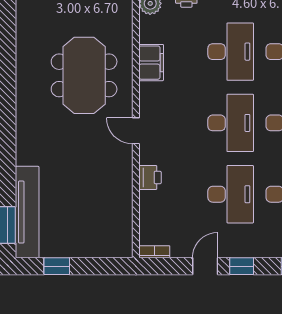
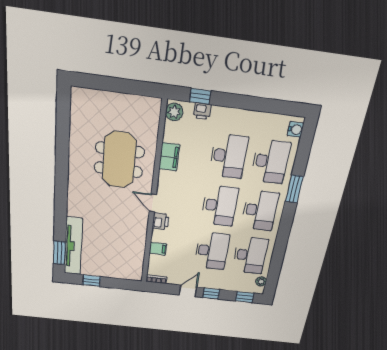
printer: (150, 177) -> (161, 221), moved
filing cabinet: (151, 200) -> (158, 249), added

